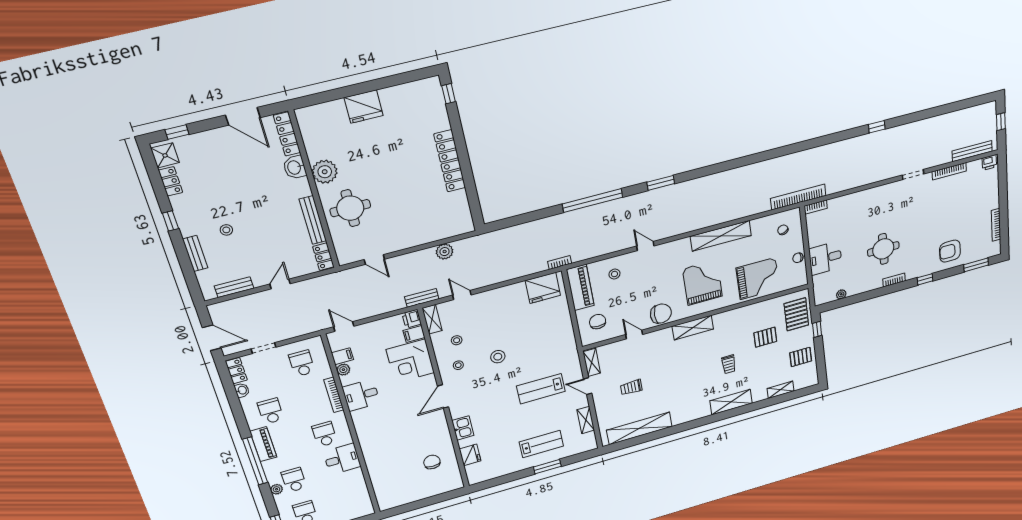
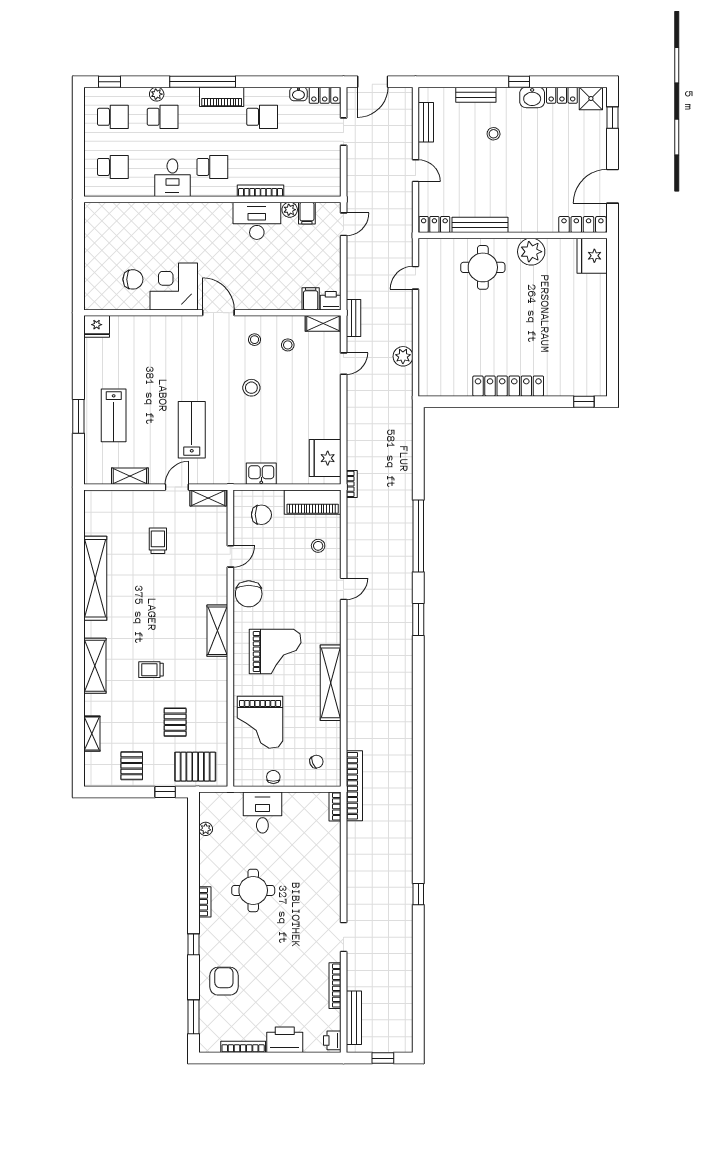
fridge: (364, 107) -> (592, 256), moved
washbasin: (295, 167) -> (532, 97), moved, turned 180
printer: (990, 197) -> (285, 1040), added
corner desk: (410, 361) -> (174, 286), moved
school desk: (302, 363) -> (113, 167), moved
desk: (361, 395) -> (257, 221), width x1.37
kitchen sink: (463, 428) -> (261, 474), moved, turned 180
shelving: (639, 428) -> (95, 578), moved
fridge: (470, 455) -> (97, 326), moved

